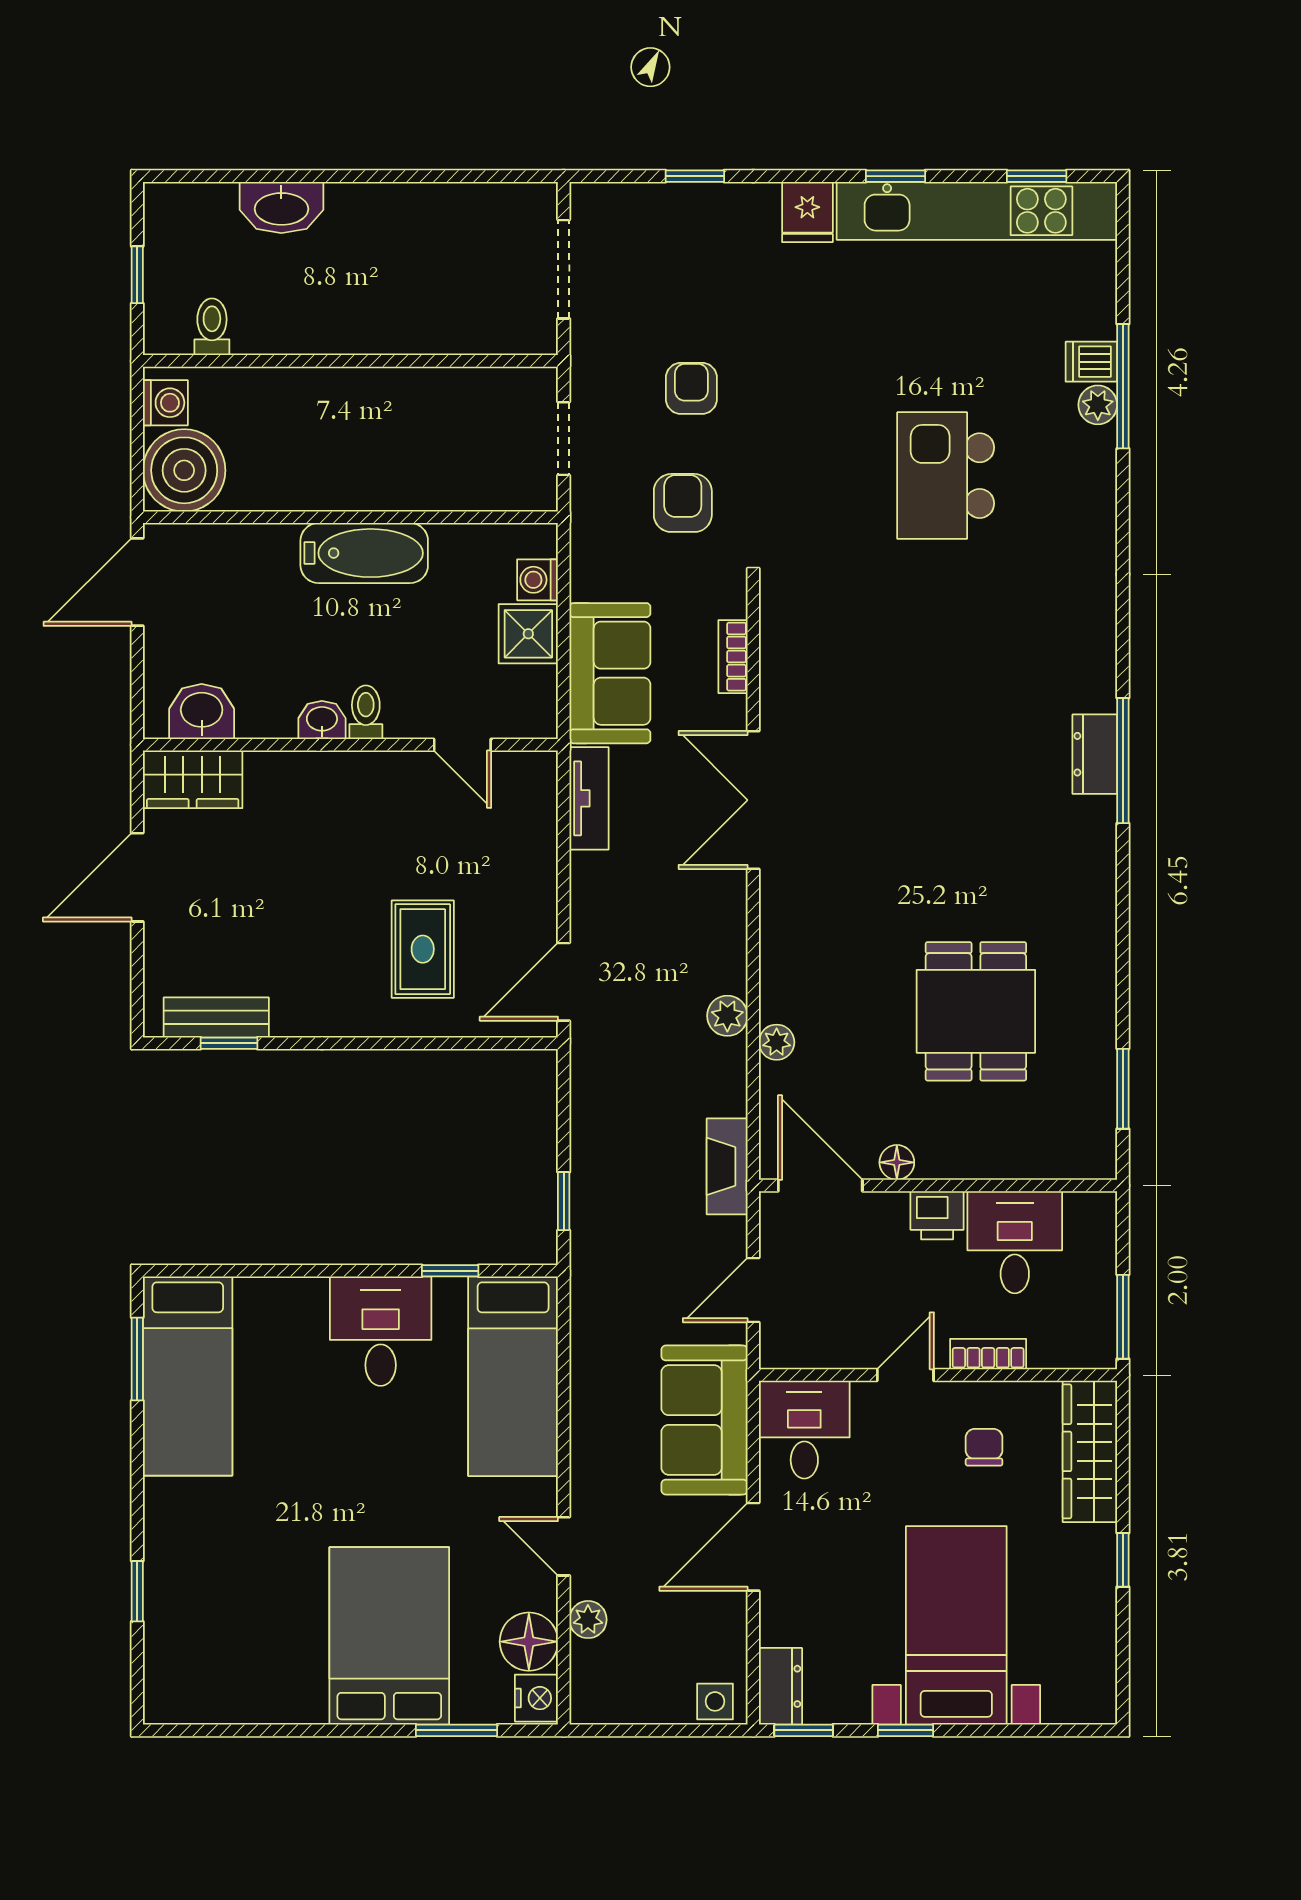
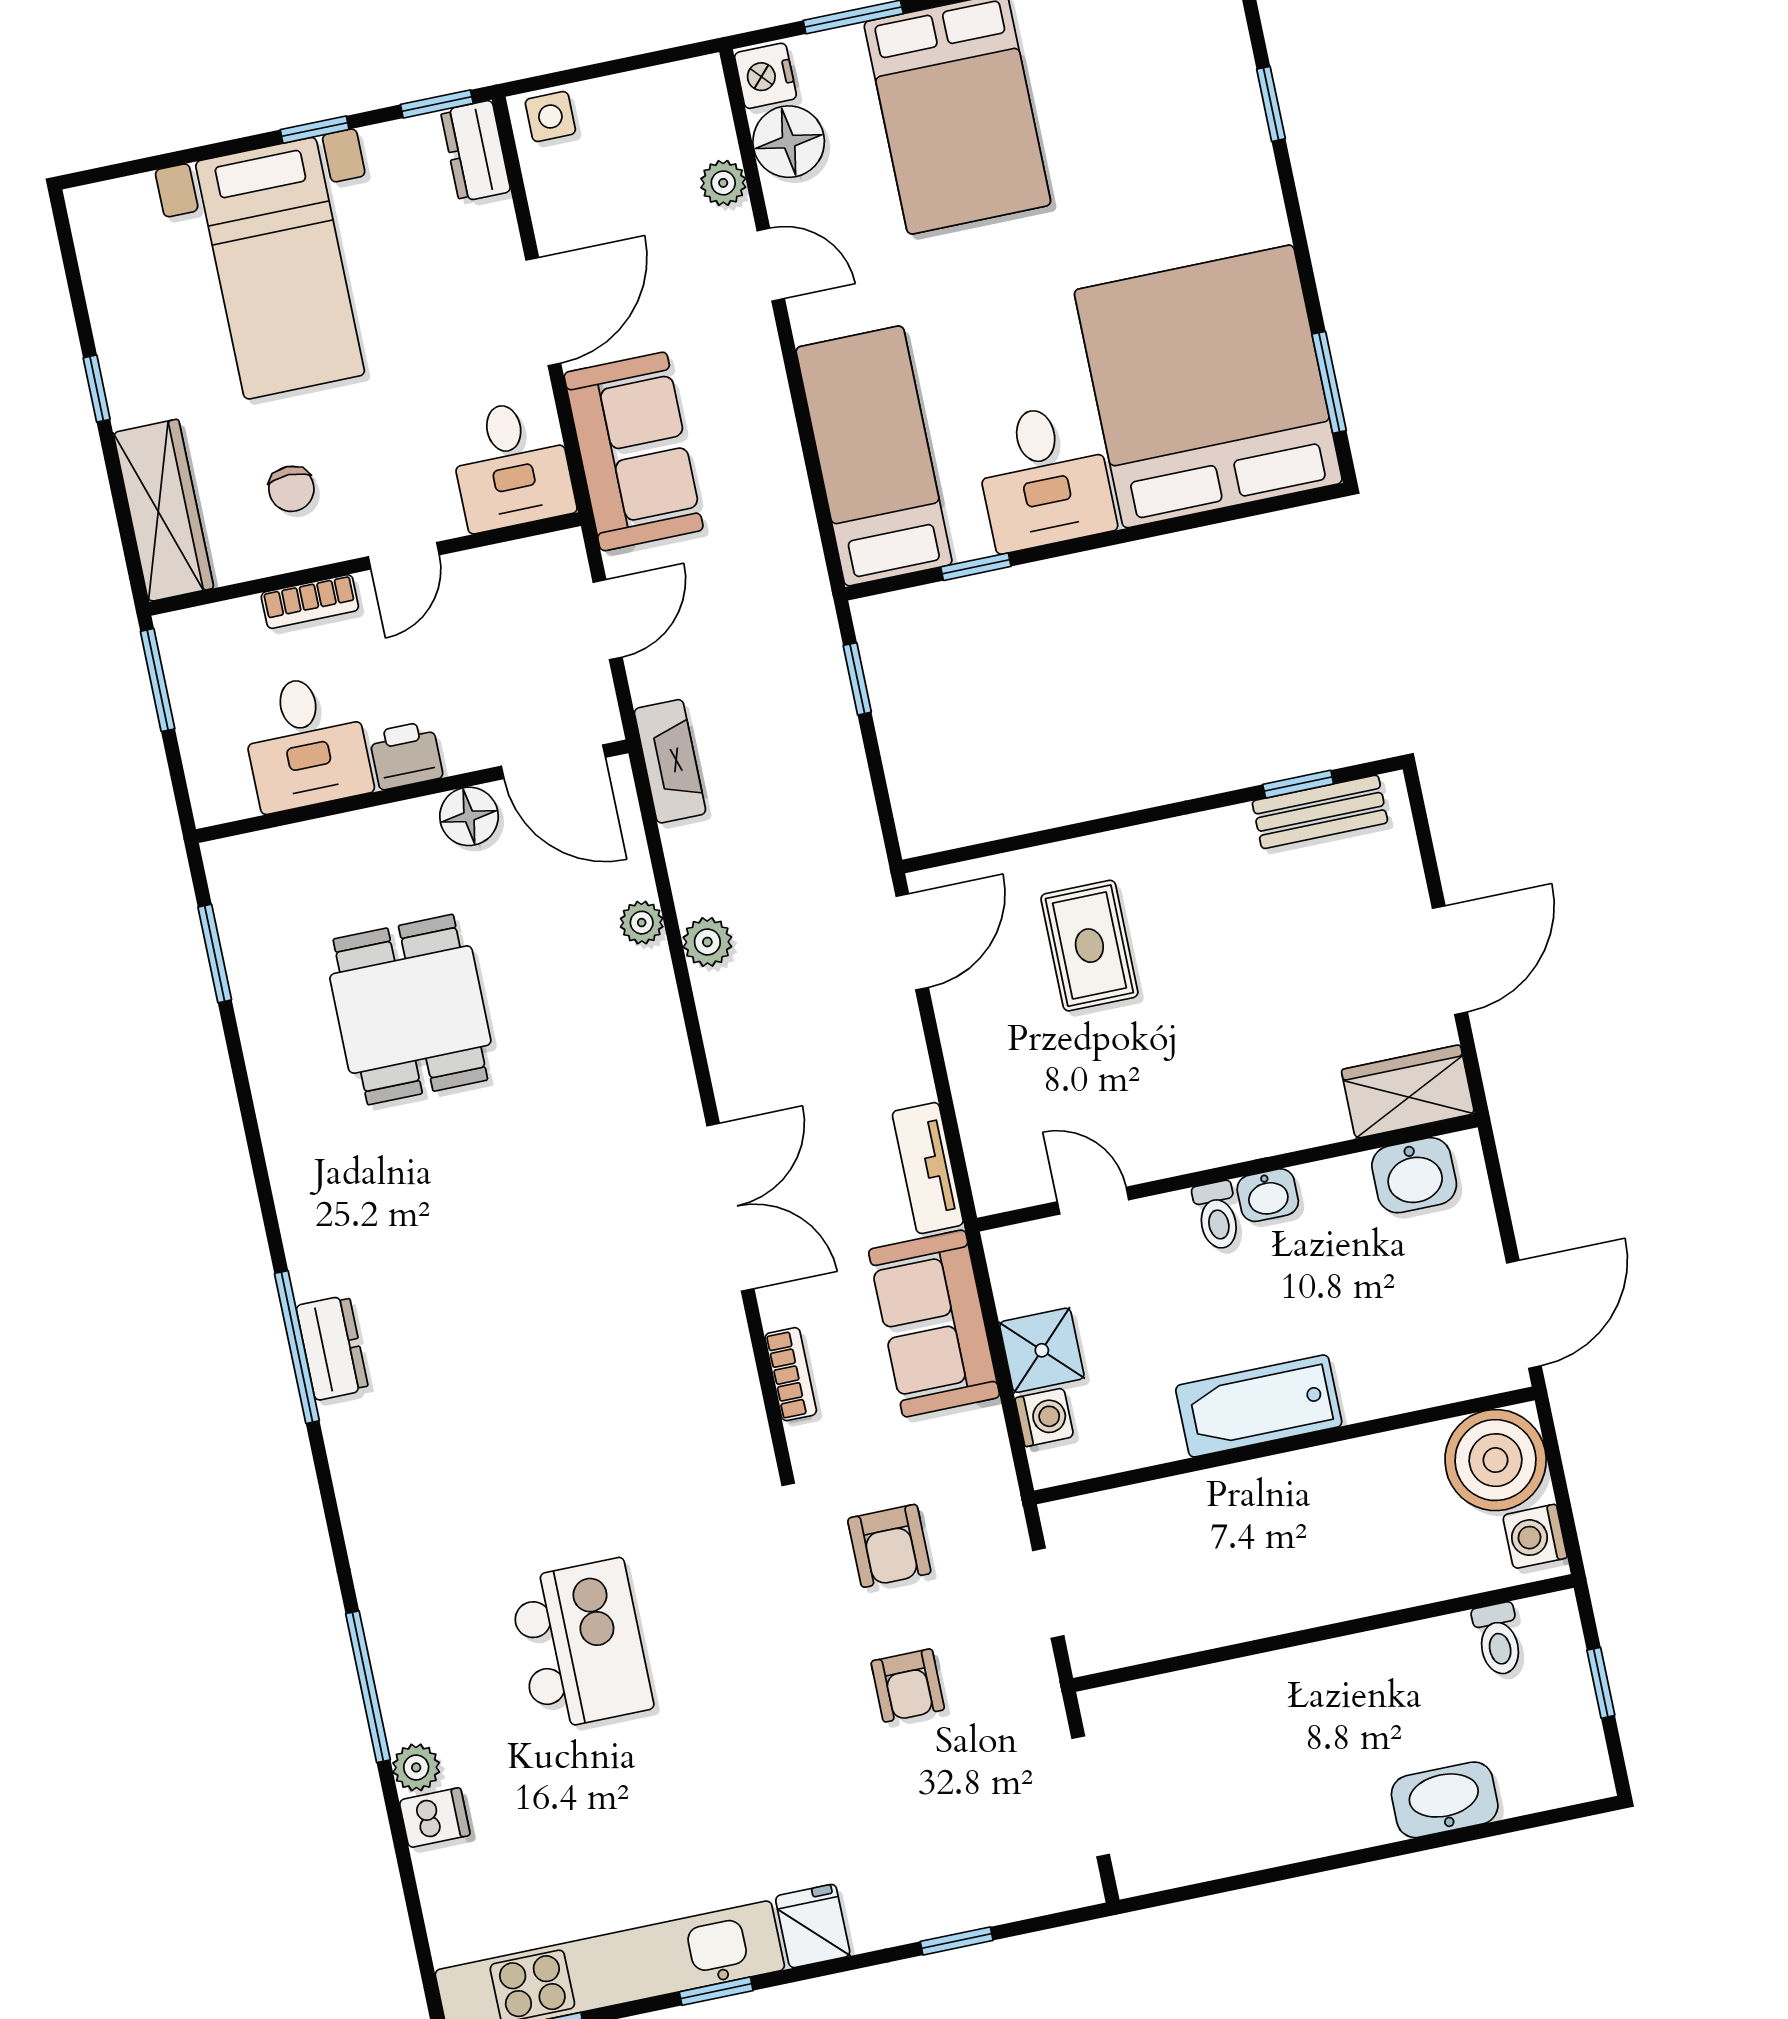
window: (1123, 386) -> (368, 1687), moved
floor lamp: (897, 1162) -> (469, 816), width x1.37, depth x1.37
bed: (188, 1376) -> (1208, 386), width x2.04

